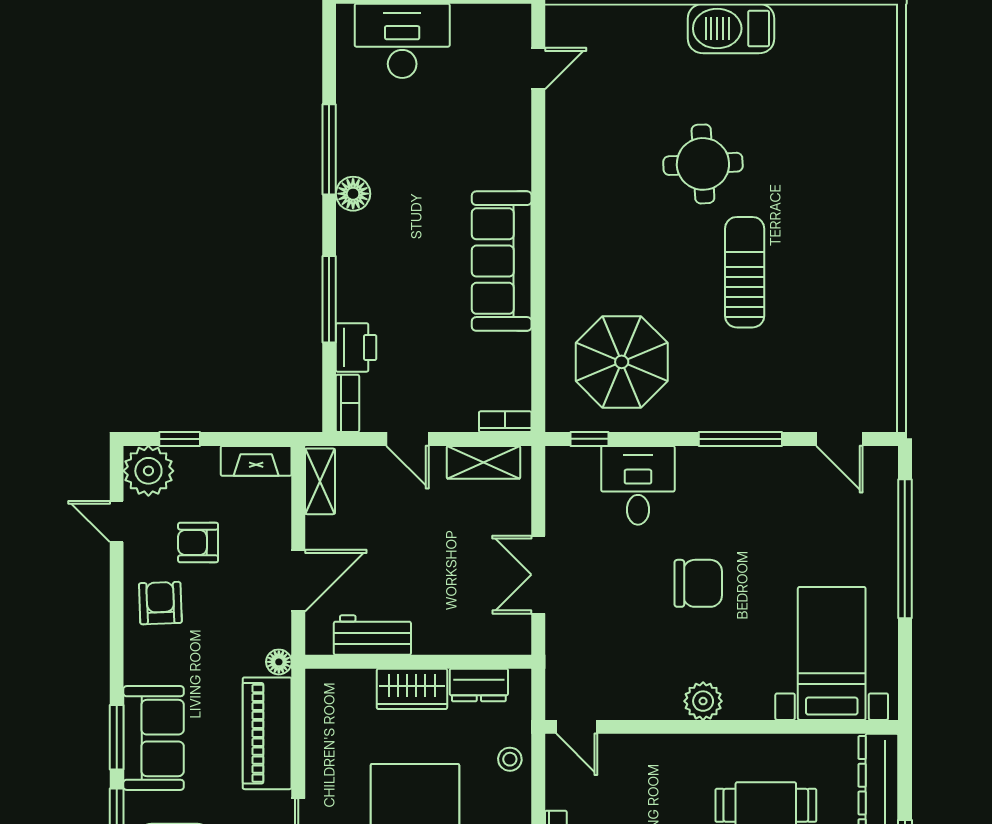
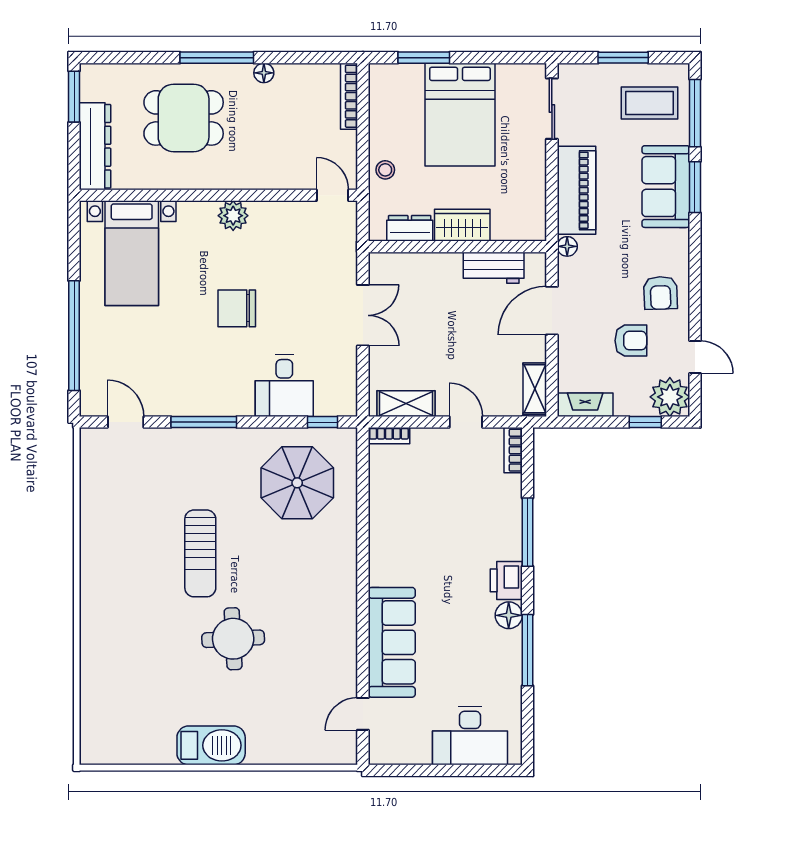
sofa: (502, 261) -> (392, 642), moved
printer: (356, 347) -> (506, 580), moved

